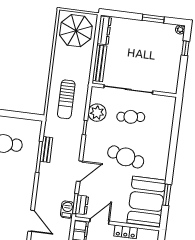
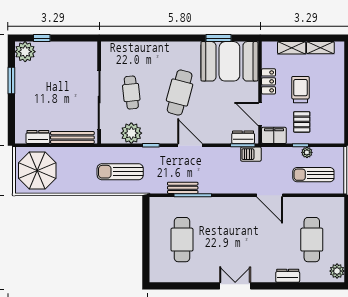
plant: (180, 29) -> (25, 52), width x1.88, depth x1.88
dresser: (104, 30) -> (38, 137), width x0.70
sun lounger: (66, 99) -> (120, 172), turned 180
door: (79, 171) -> (190, 145), moved
door: (31, 221) -> (270, 195), swing flipped

